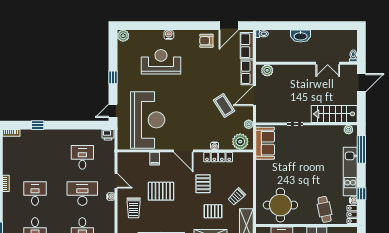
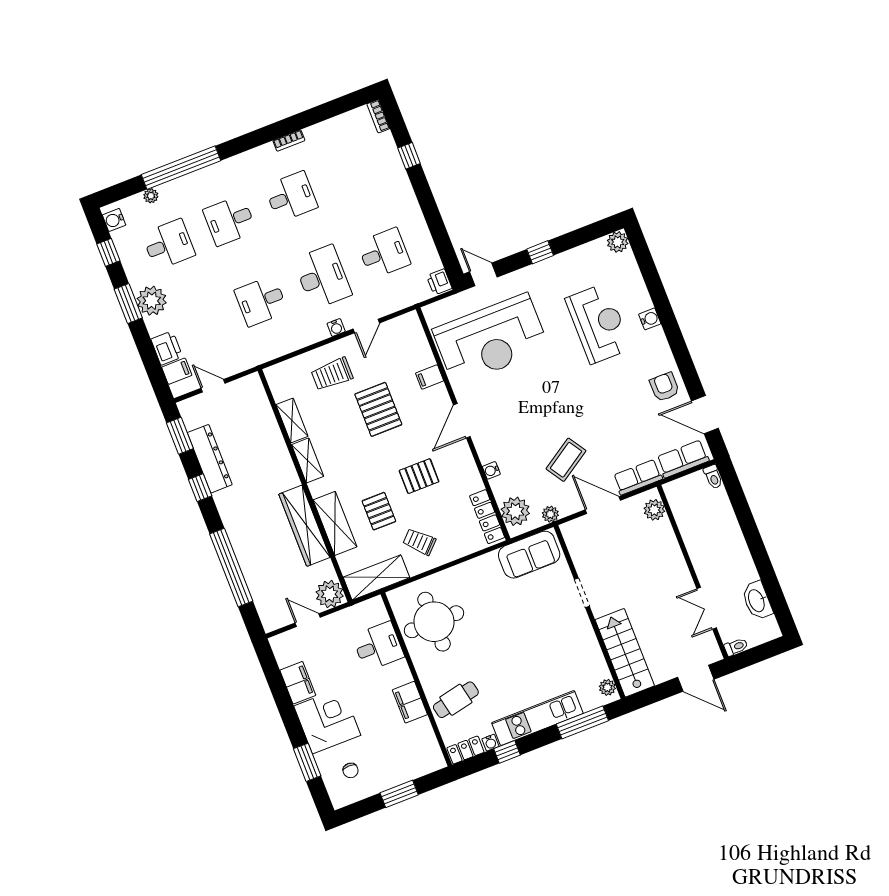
washbasin: (301, 36) -> (757, 600), moved
locker: (218, 157) -> (487, 517), moved

